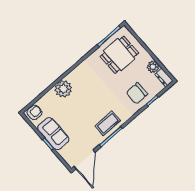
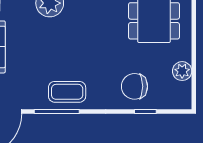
dresser: (164, 78) -> (184, 96), removed

